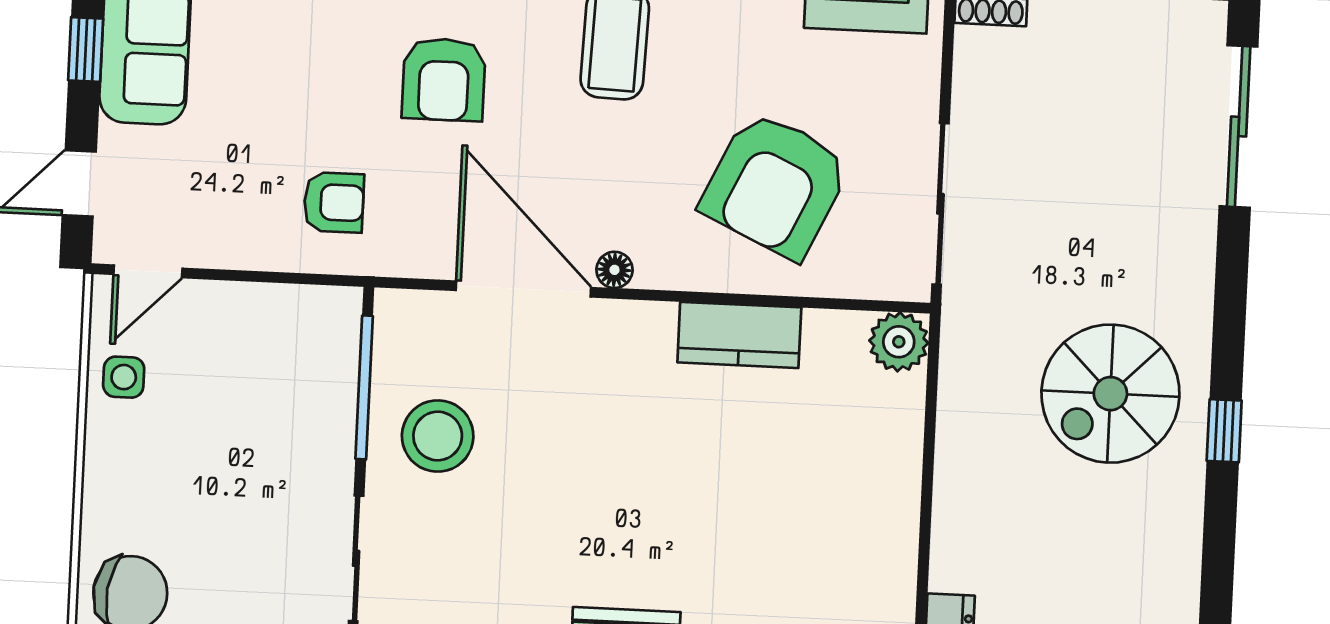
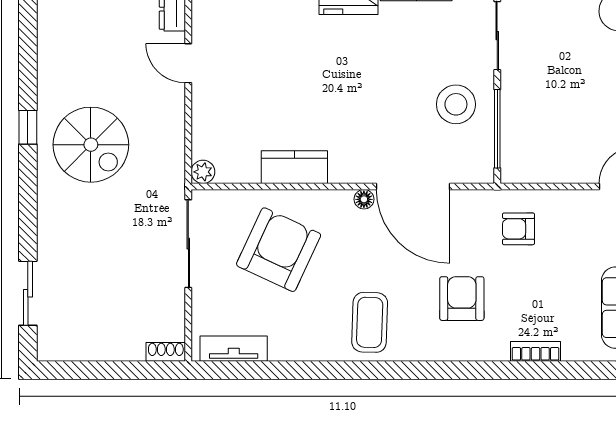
sliding door: (1239, 126) -> (28, 293), width x0.73
plant: (899, 342) -> (203, 172), width x0.73, depth x0.73
spiral stairs: (1110, 394) -> (91, 145), turned 90
door: (925, 534) -> (188, 63), added

